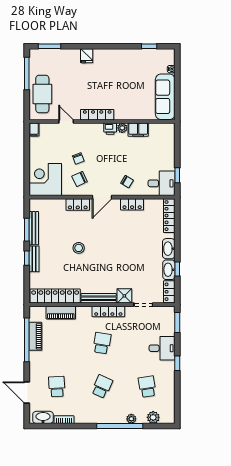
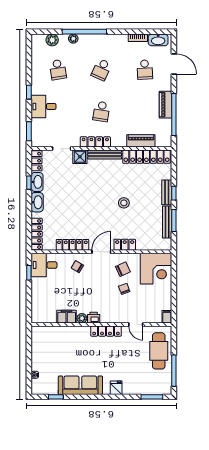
sofa: (165, 97) -> (80, 385), moved, turned -90
locker: (132, 204) -> (72, 245), width x1.53
piano: (35, 336) -> (165, 105), moved

